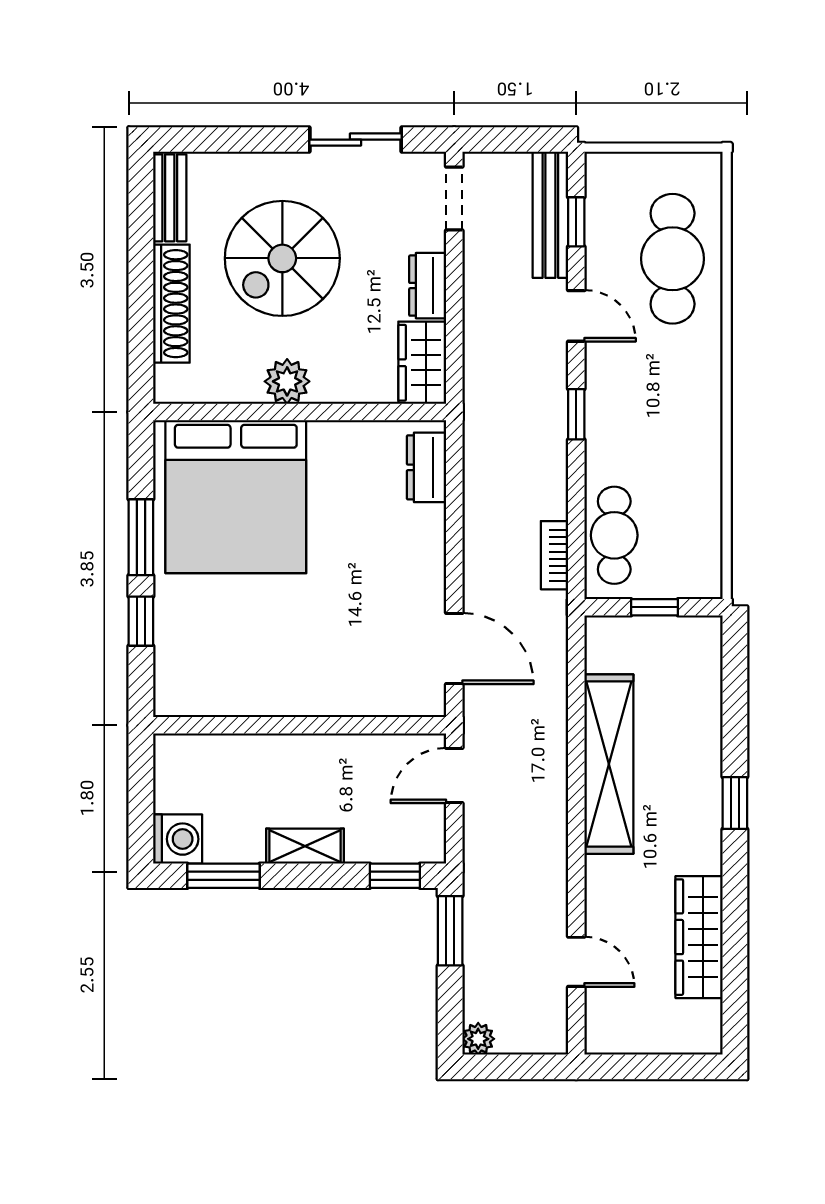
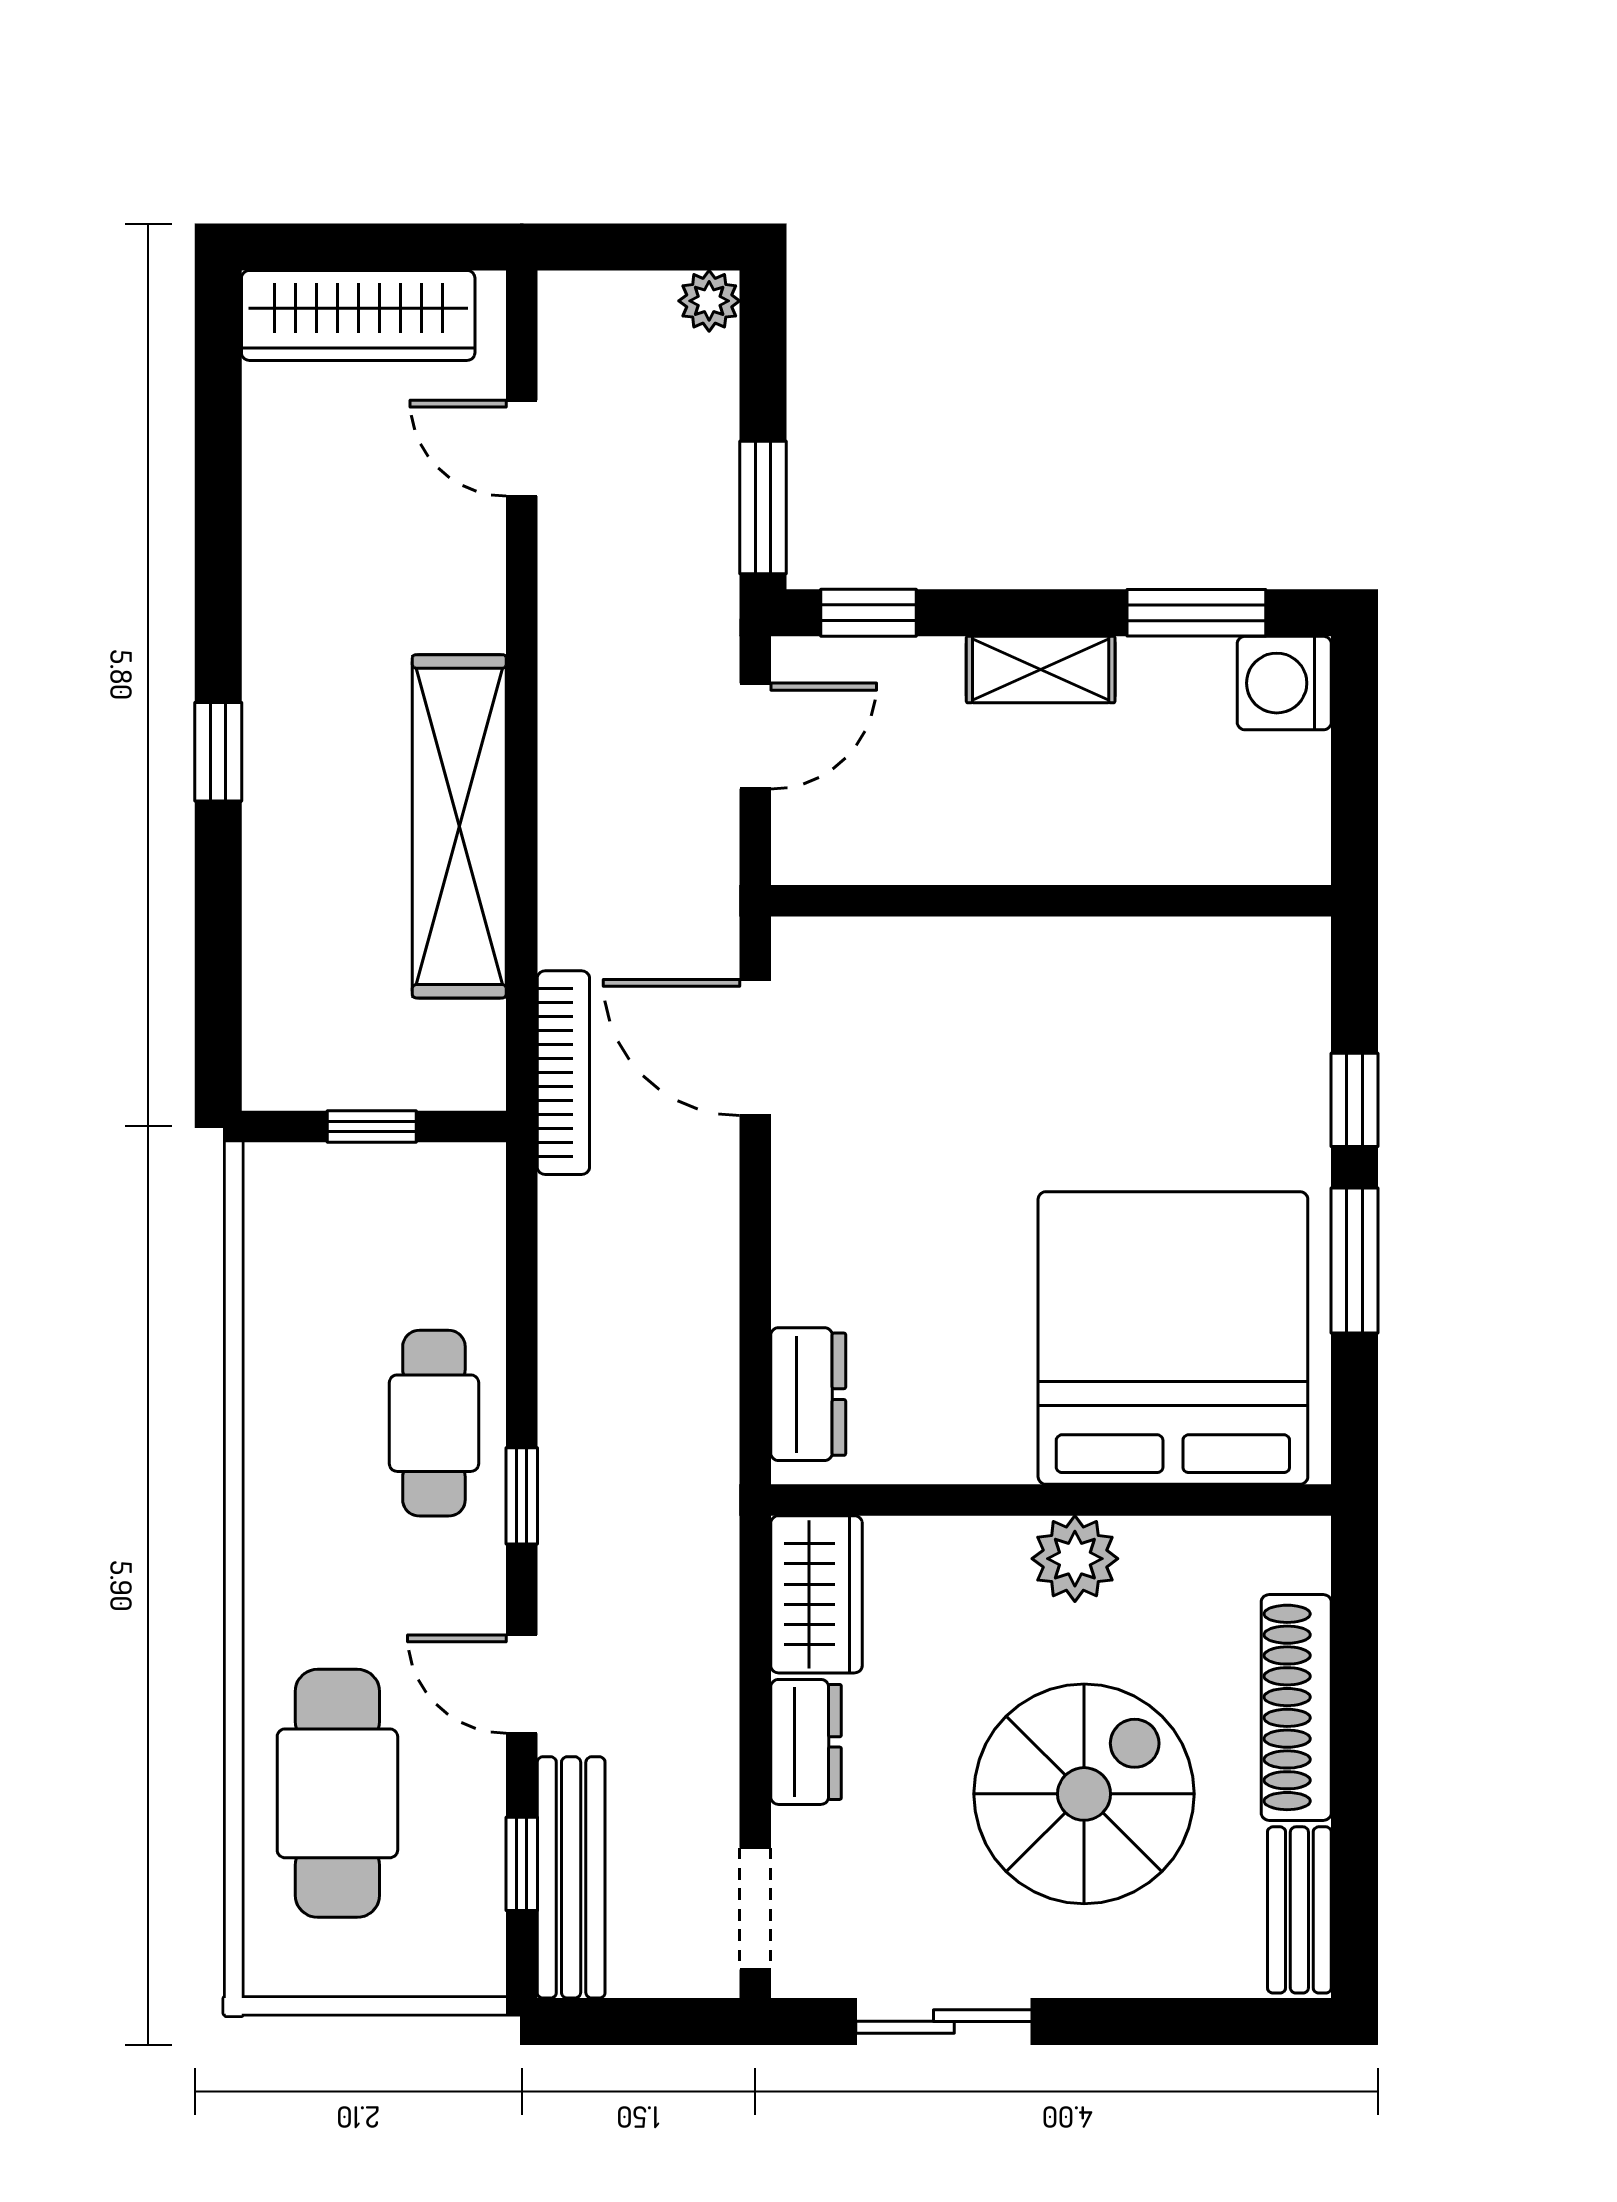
cafe table: (614, 535) -> (434, 1423), moved
bookcase: (554, 555) -> (563, 1073), moved, width x1.56
door: (454, 776) -> (755, 736), moved
wardrobe: (699, 937) -> (358, 315), moved, turned 90

